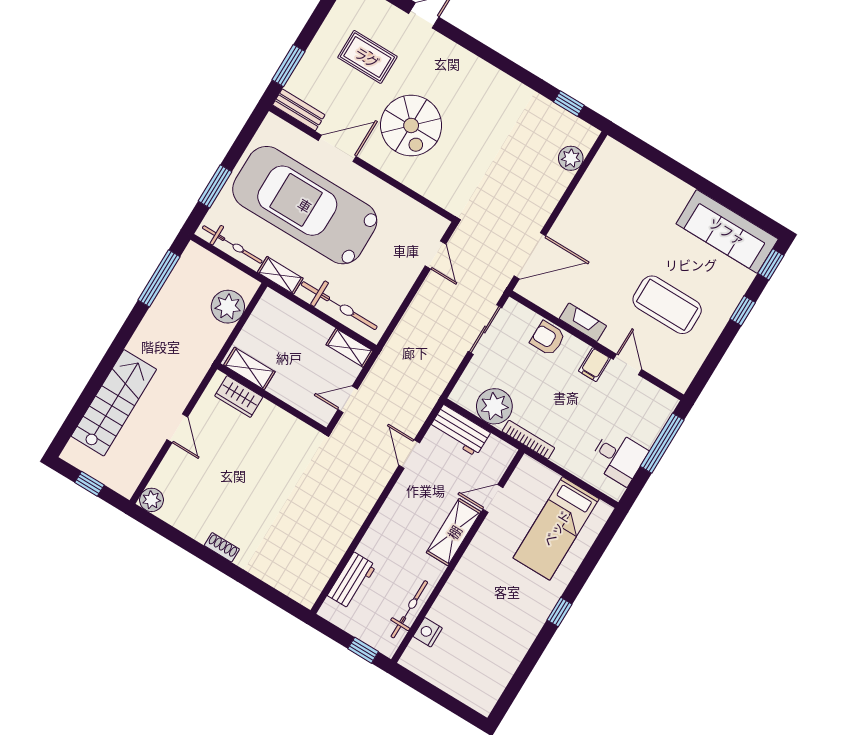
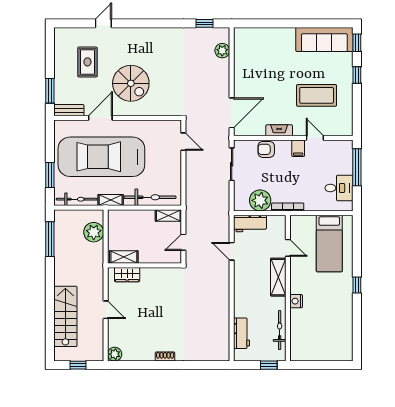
rug: (367, 57) -> (87, 62), turned 90
door: (493, 498) -> (288, 248), swing flipped
nightstand: (428, 632) -> (296, 301), moved

